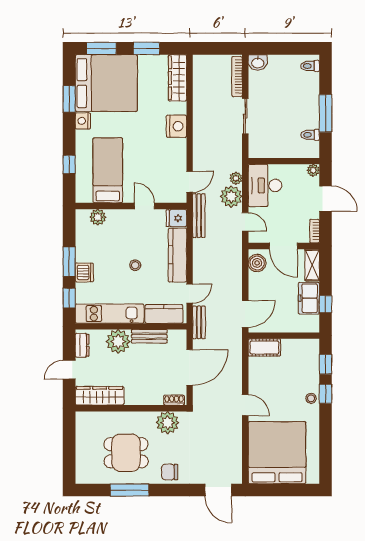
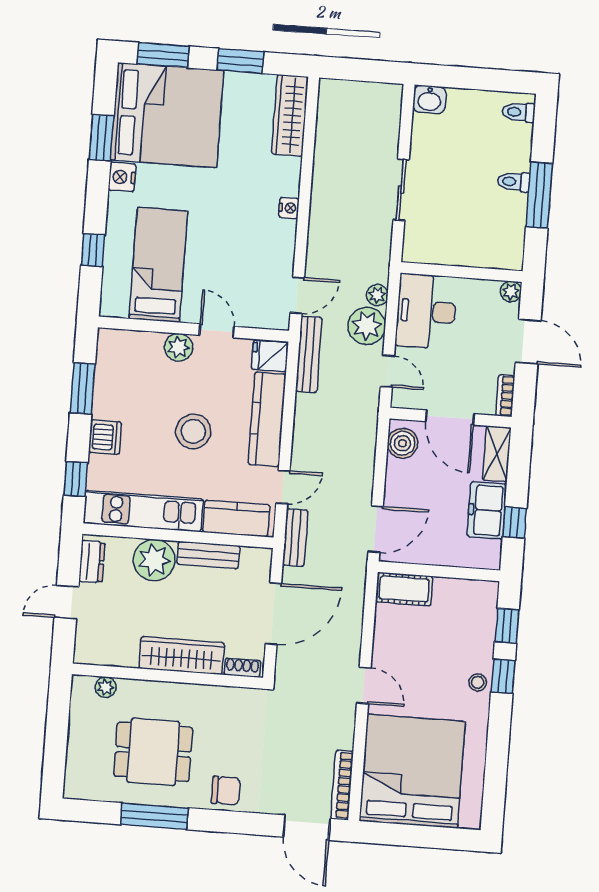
bookcase: (237, 77) -> (342, 785), moved
nightstand: (176, 126) -> (289, 208), width x0.53, depth x0.56
toilet: (310, 135) -> (514, 182), moved
plant: (98, 217) -> (179, 347), moved
window: (69, 262) -> (83, 389), moved
stool: (135, 265) -> (193, 431), width x1.89, depth x1.89
wardrobe: (100, 396) -> (182, 656), moved
plant: (168, 423) -> (106, 687), moved, width x0.53, depth x0.53
chair: (170, 472) -> (226, 791), turned 180

